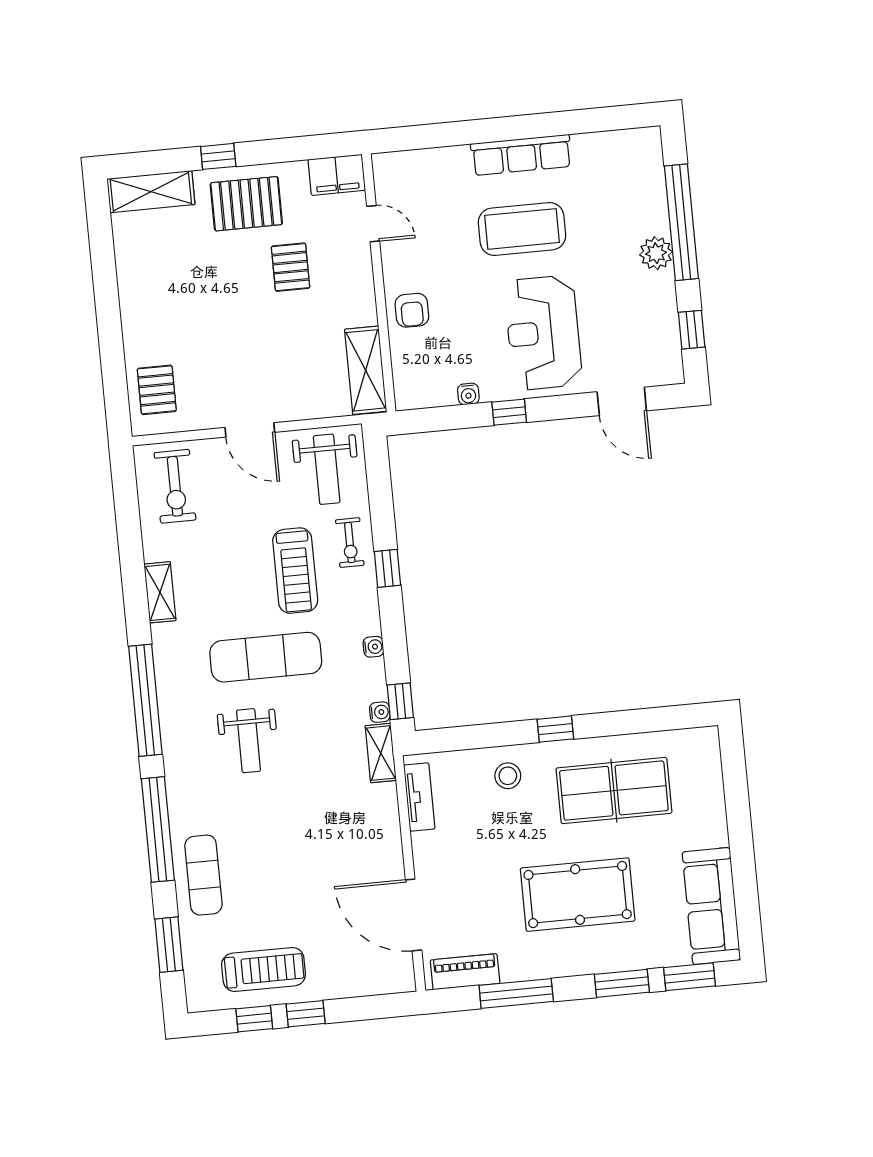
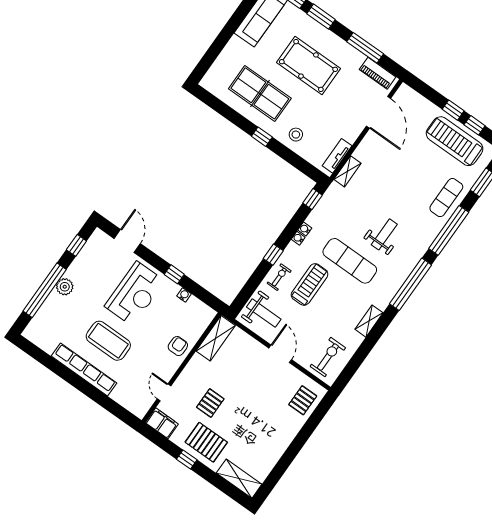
row of seats: (521, 155) -> (84, 369), width x1.36
window: (218, 156) -> (187, 459), moved
weight bench: (327, 469) -> (264, 313), turned 90
water cooler: (380, 712) -> (298, 238), moved
shelving: (381, 753) -> (347, 171), moved
treadmill: (264, 970) -> (455, 141), width x1.37, depth x1.38

